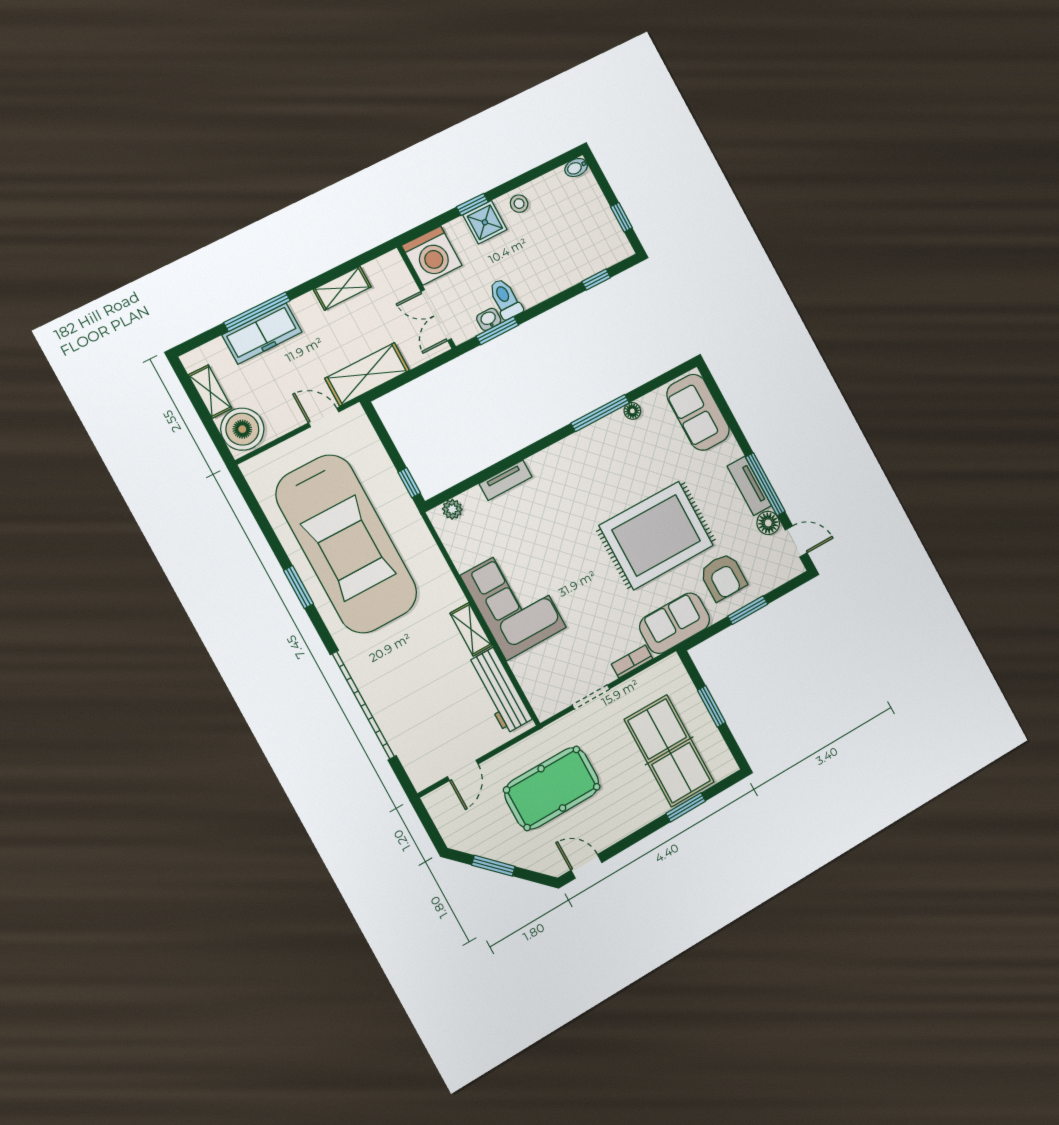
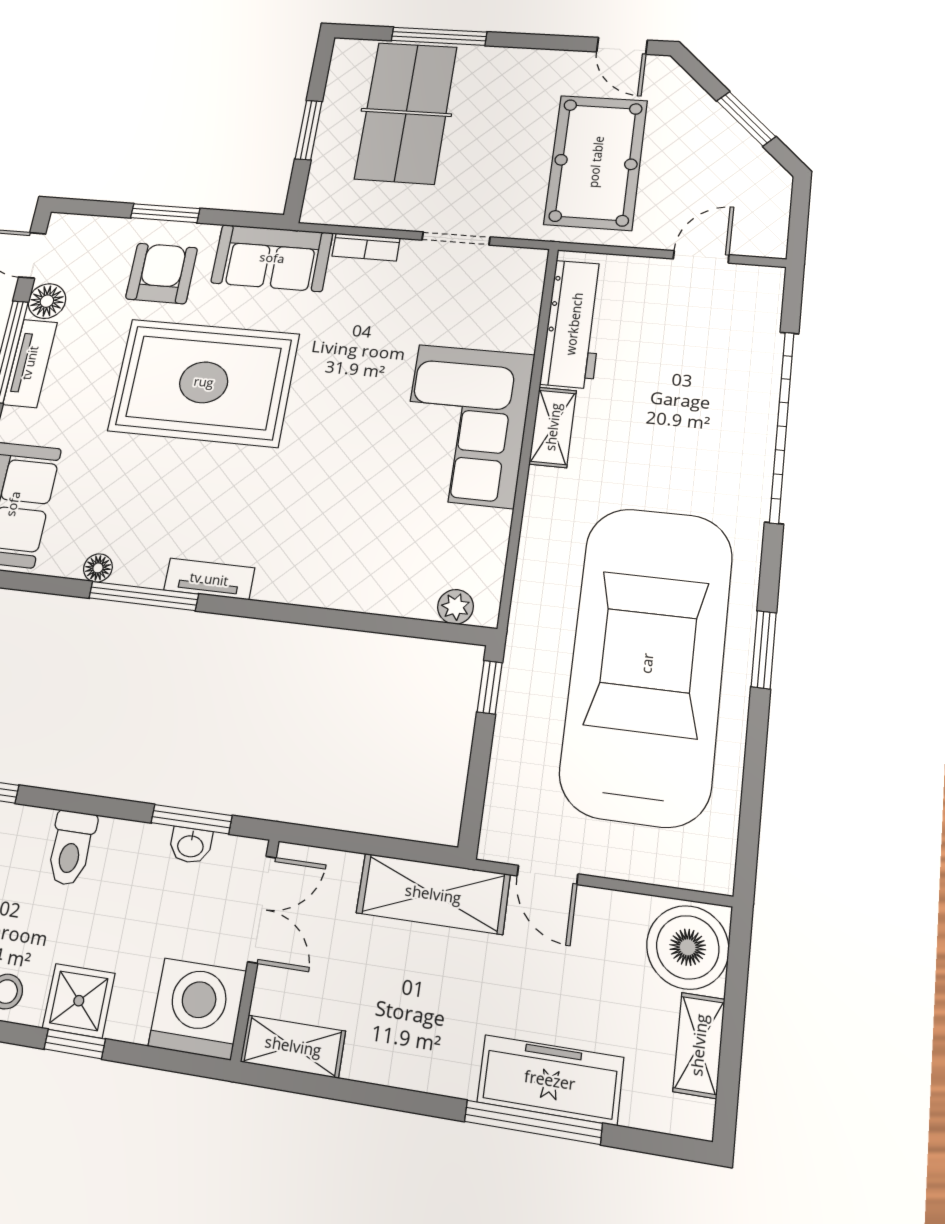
shelving: (342, 288) -> (293, 1046), moved
toilet: (505, 299) -> (71, 848), moved
tv unit: (506, 480) -> (209, 579), moved
pool table: (552, 788) -> (596, 162), turned 90
window: (686, 807) -> (439, 36), width x1.44

